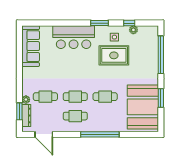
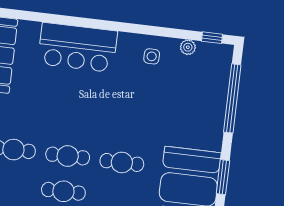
window: (100, 23) -> (128, 28), removed
window: (129, 23) -> (212, 38), moved
rug: (114, 55) -> (147, 89), removed

